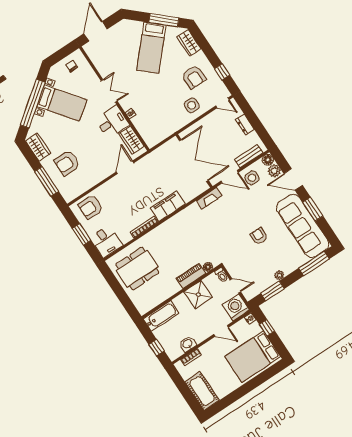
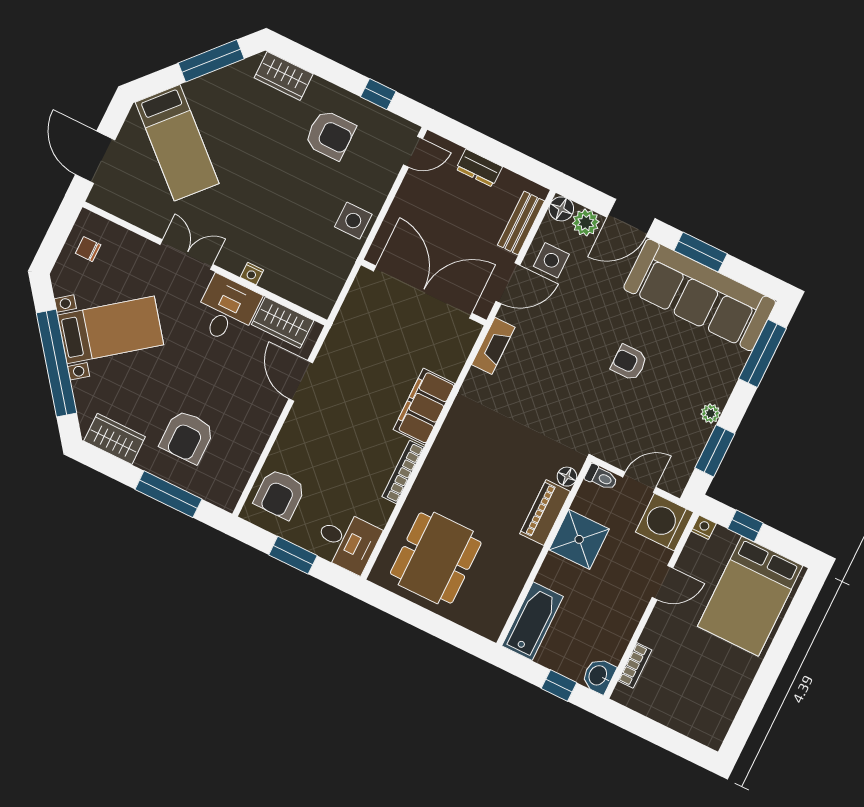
bed: (151, 48) -> (177, 143), moved
side table: (192, 105) -> (353, 221), moved
washbasin: (188, 344) -> (599, 676), moved
cot: (202, 391) -> (693, 717), removed

